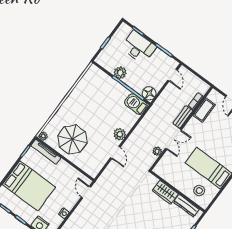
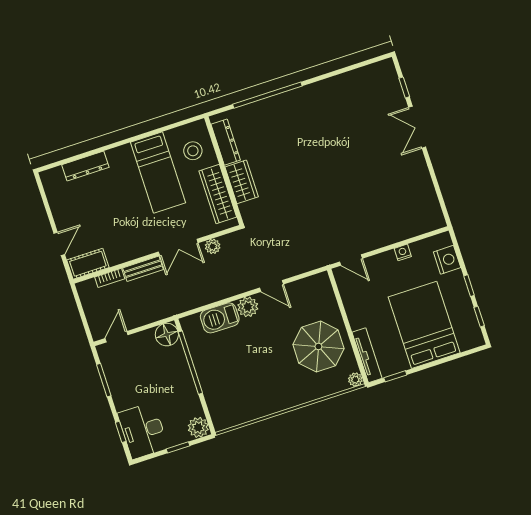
desk: (139, 47) -> (143, 431), moved
plant: (120, 73) -> (198, 427), moved
barbecue: (136, 104) -> (220, 318), moved, turned 90
cot: (204, 110) -> (88, 264), moved
double door: (173, 139) -> (178, 247), swing flipped
door: (115, 152) -> (272, 286), swing flipped
wardrobe: (173, 178) -> (218, 194), added
door: (86, 192) -> (351, 260), hinge flipped

